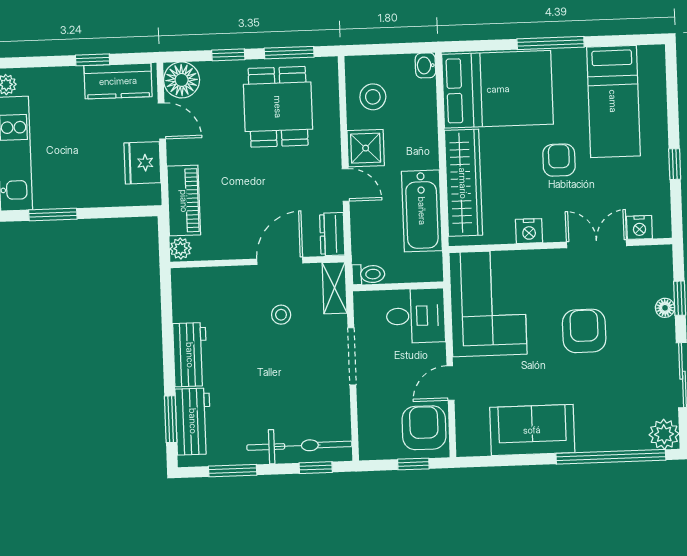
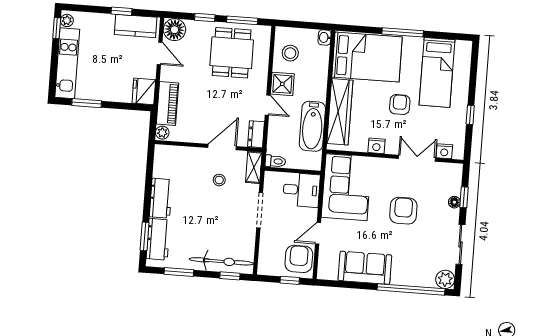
fridge: (142, 163) -> (144, 91), moved

